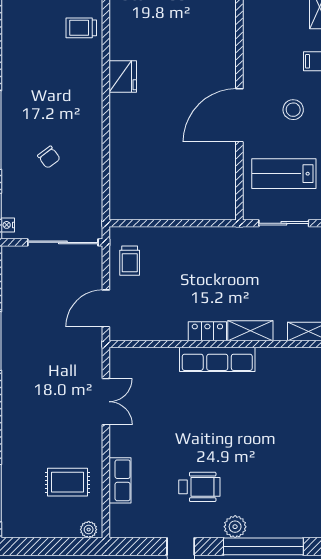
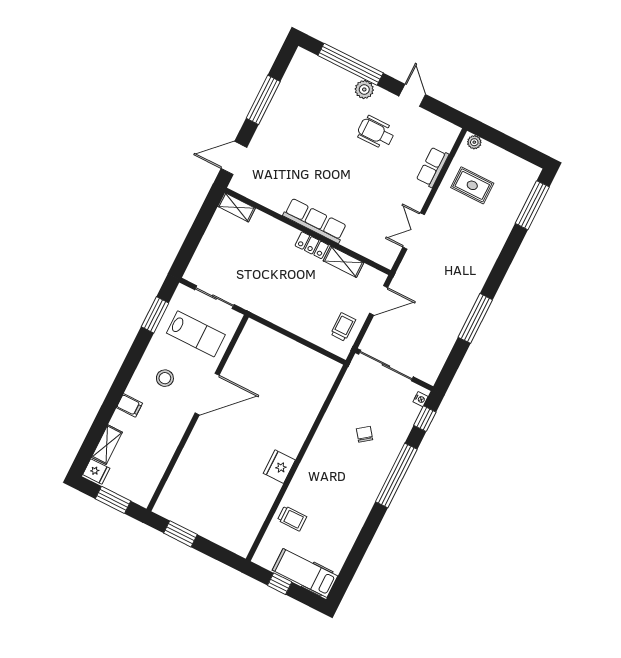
shelving: (250, 331) -> (344, 262), moved

